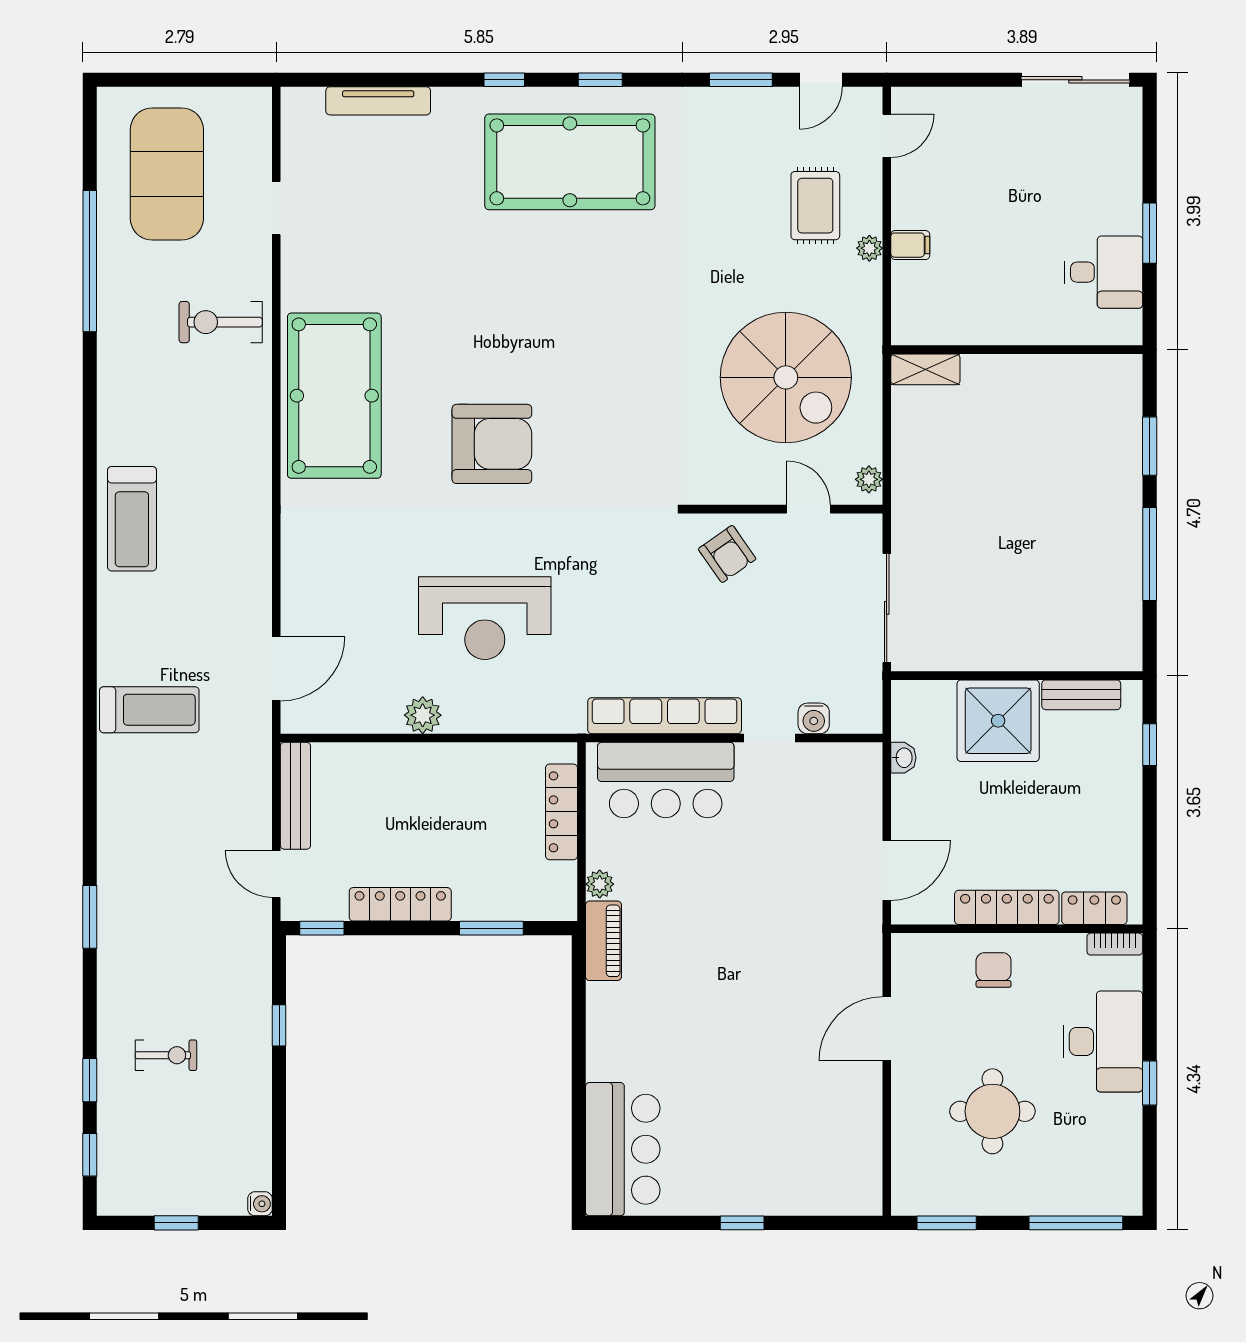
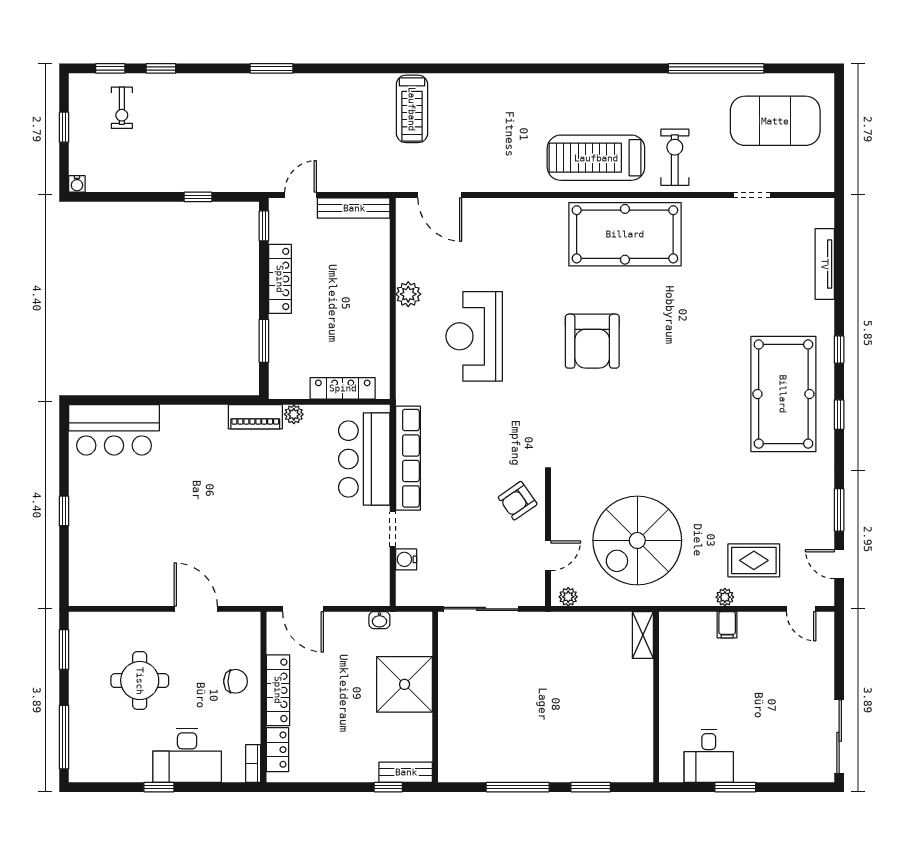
treadmill: (132, 519) -> (596, 158), moved, width x1.37, depth x1.38
bench: (1081, 695) -> (406, 772), moved, turned 90
exercise bike: (166, 1055) -> (122, 108), moved

